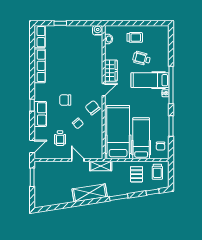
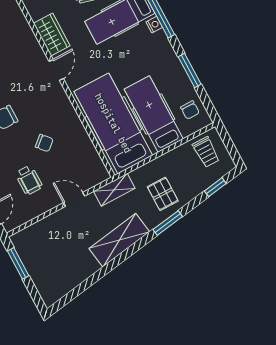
chair: (93, 108) -> (54, 107), removed
pallet: (137, 174) -> (163, 194), moved

